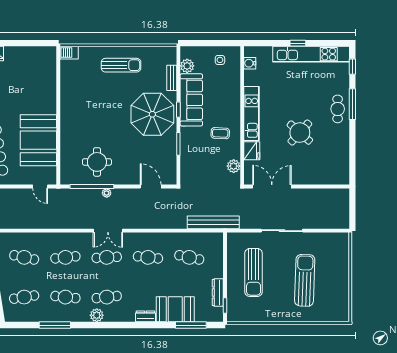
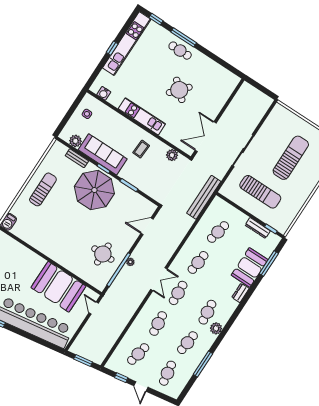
fridge: (252, 151) -> (169, 134), removed
door: (40, 187) -> (94, 308), swing flipped
sun lounger: (305, 280) -> (291, 158), turned 88

